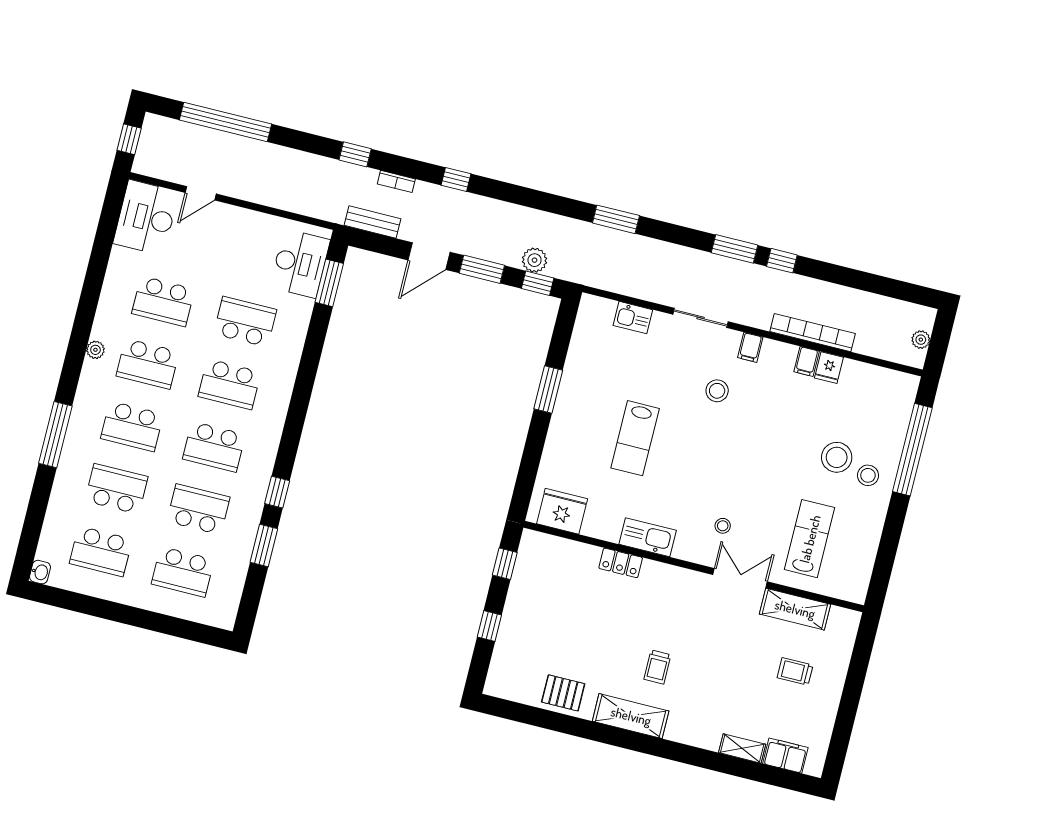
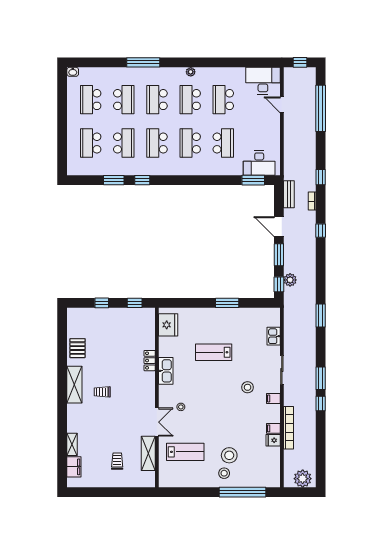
plant: (921, 340) -> (303, 479), width x1.87, depth x1.87

